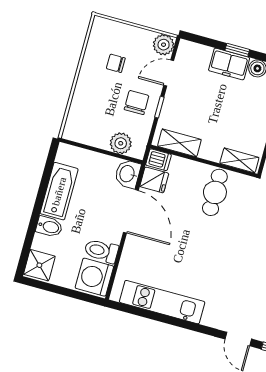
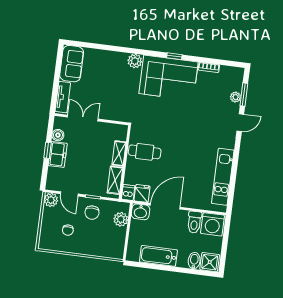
chair: (137, 102) -> (92, 213), turned -90
shelving: (239, 160) -> (119, 153), moved
bidet: (49, 227) -> (194, 261), moved

